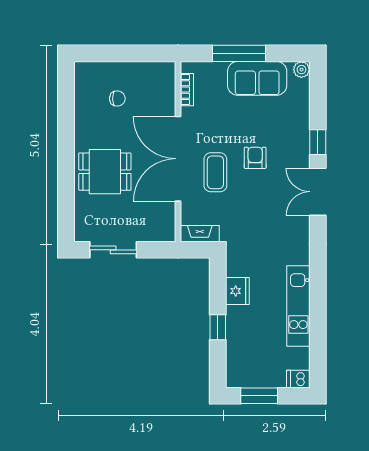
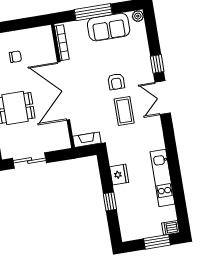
bookcase: (187, 90) -> (62, 43), width x1.56
armchair: (255, 158) -> (116, 82), turned 180
coffee table: (215, 172) -> (124, 111), moved
window: (259, 396) -> (157, 242), moved

